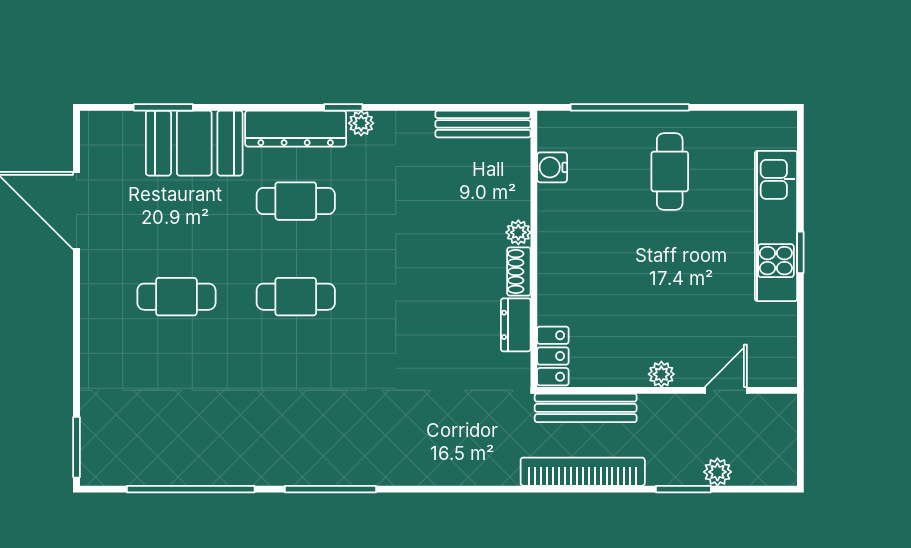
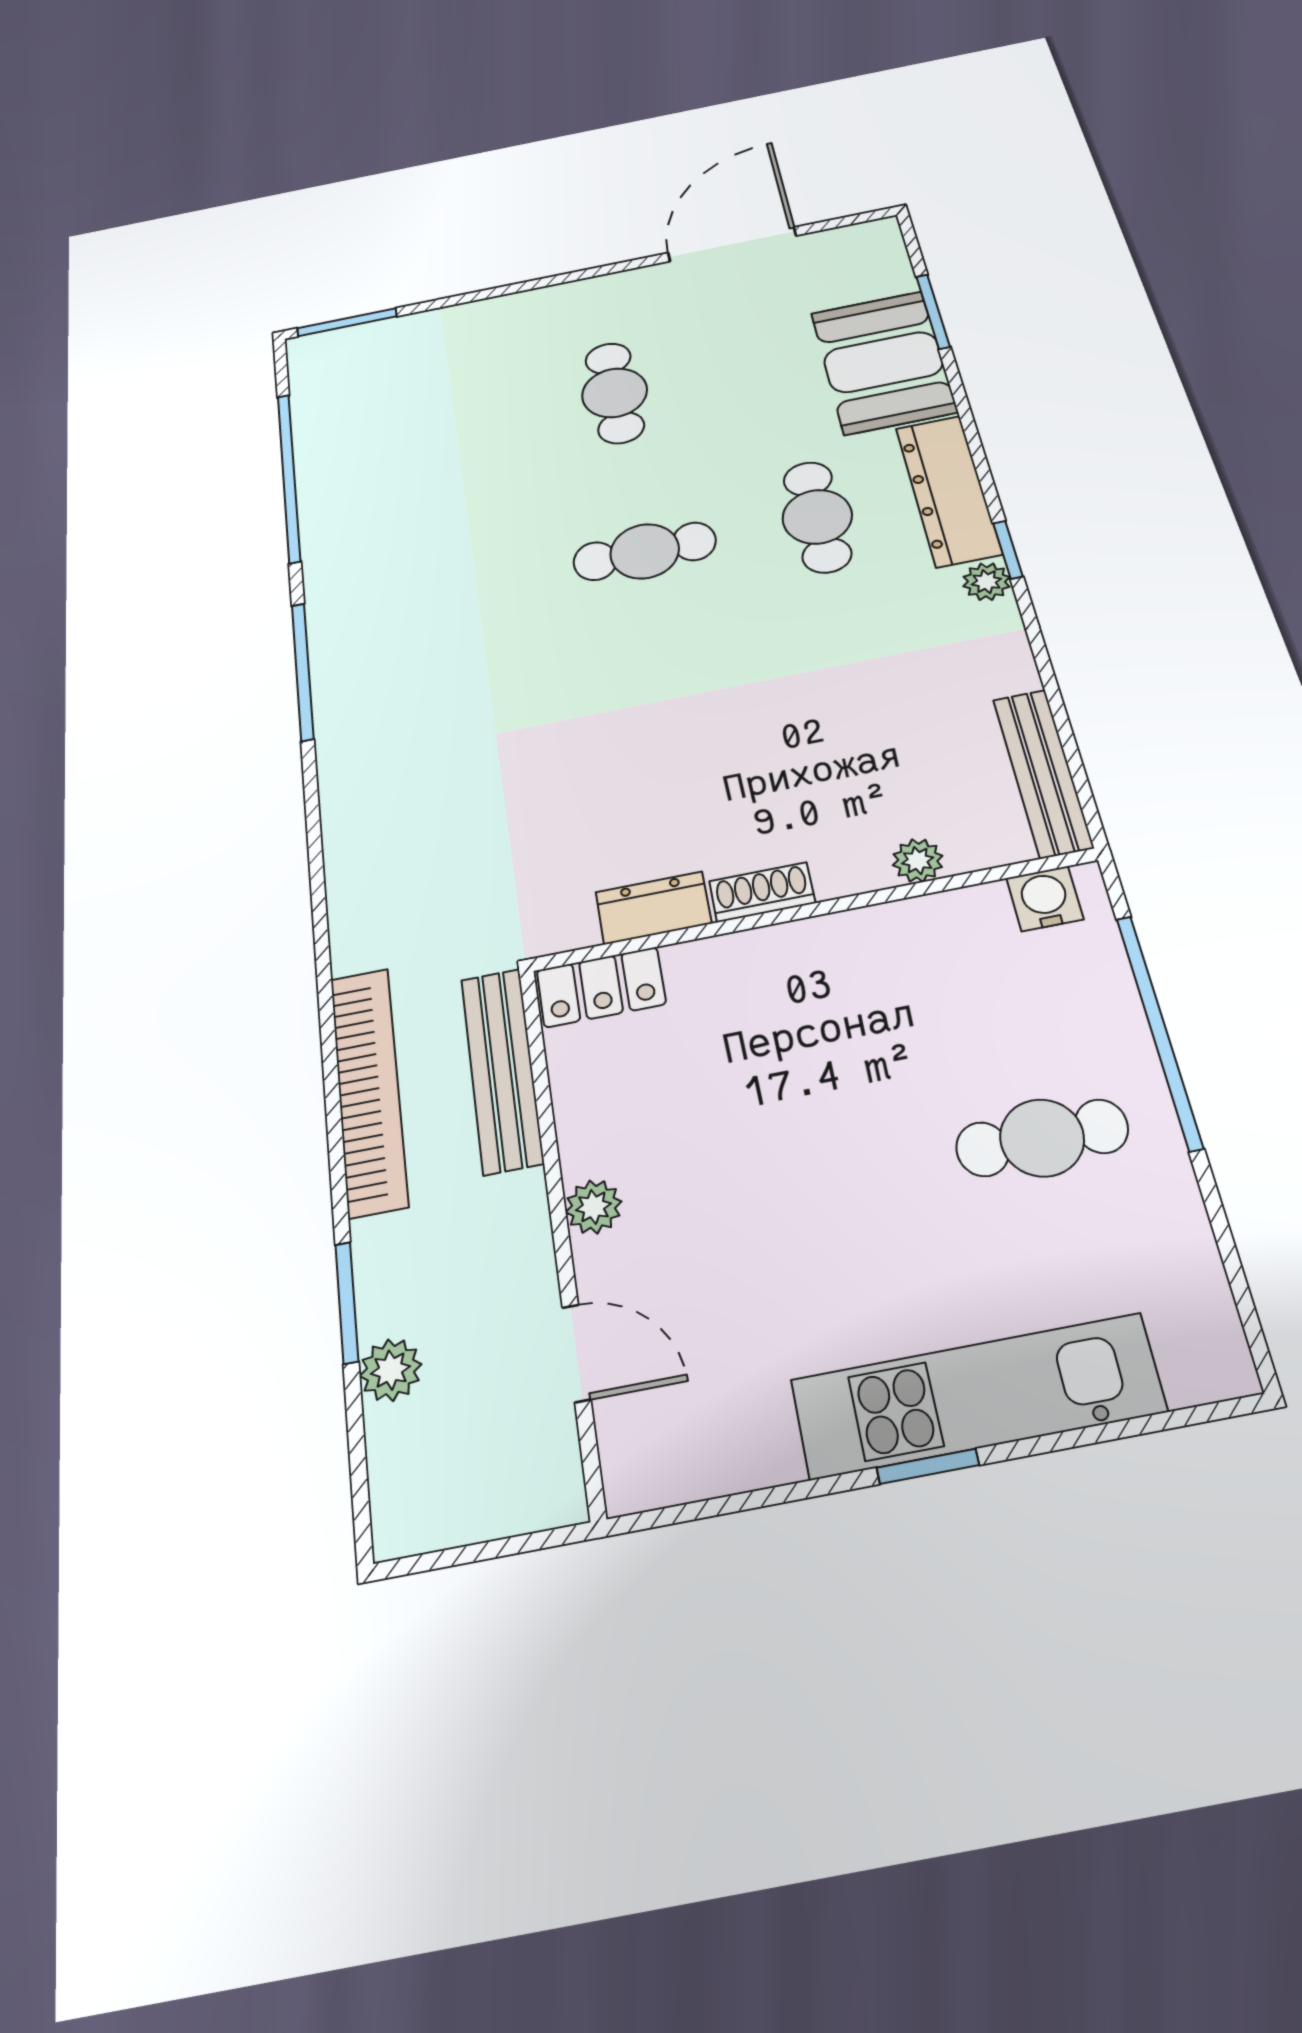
water cooler: (552, 167) -> (1045, 899), moved
plant: (518, 232) -> (918, 861), moved
cafe table: (296, 297) -> (645, 551), turned 90

